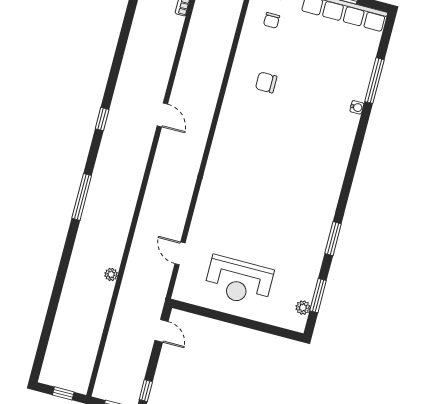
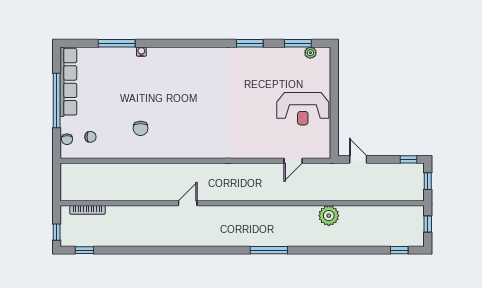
window: (102, 119) -> (399, 250), moved
plant: (111, 274) -> (329, 216), width x1.87, depth x1.87
reception desk: (239, 281) -> (303, 109), turned 90
door: (161, 331) -> (358, 159), hinge flipped

